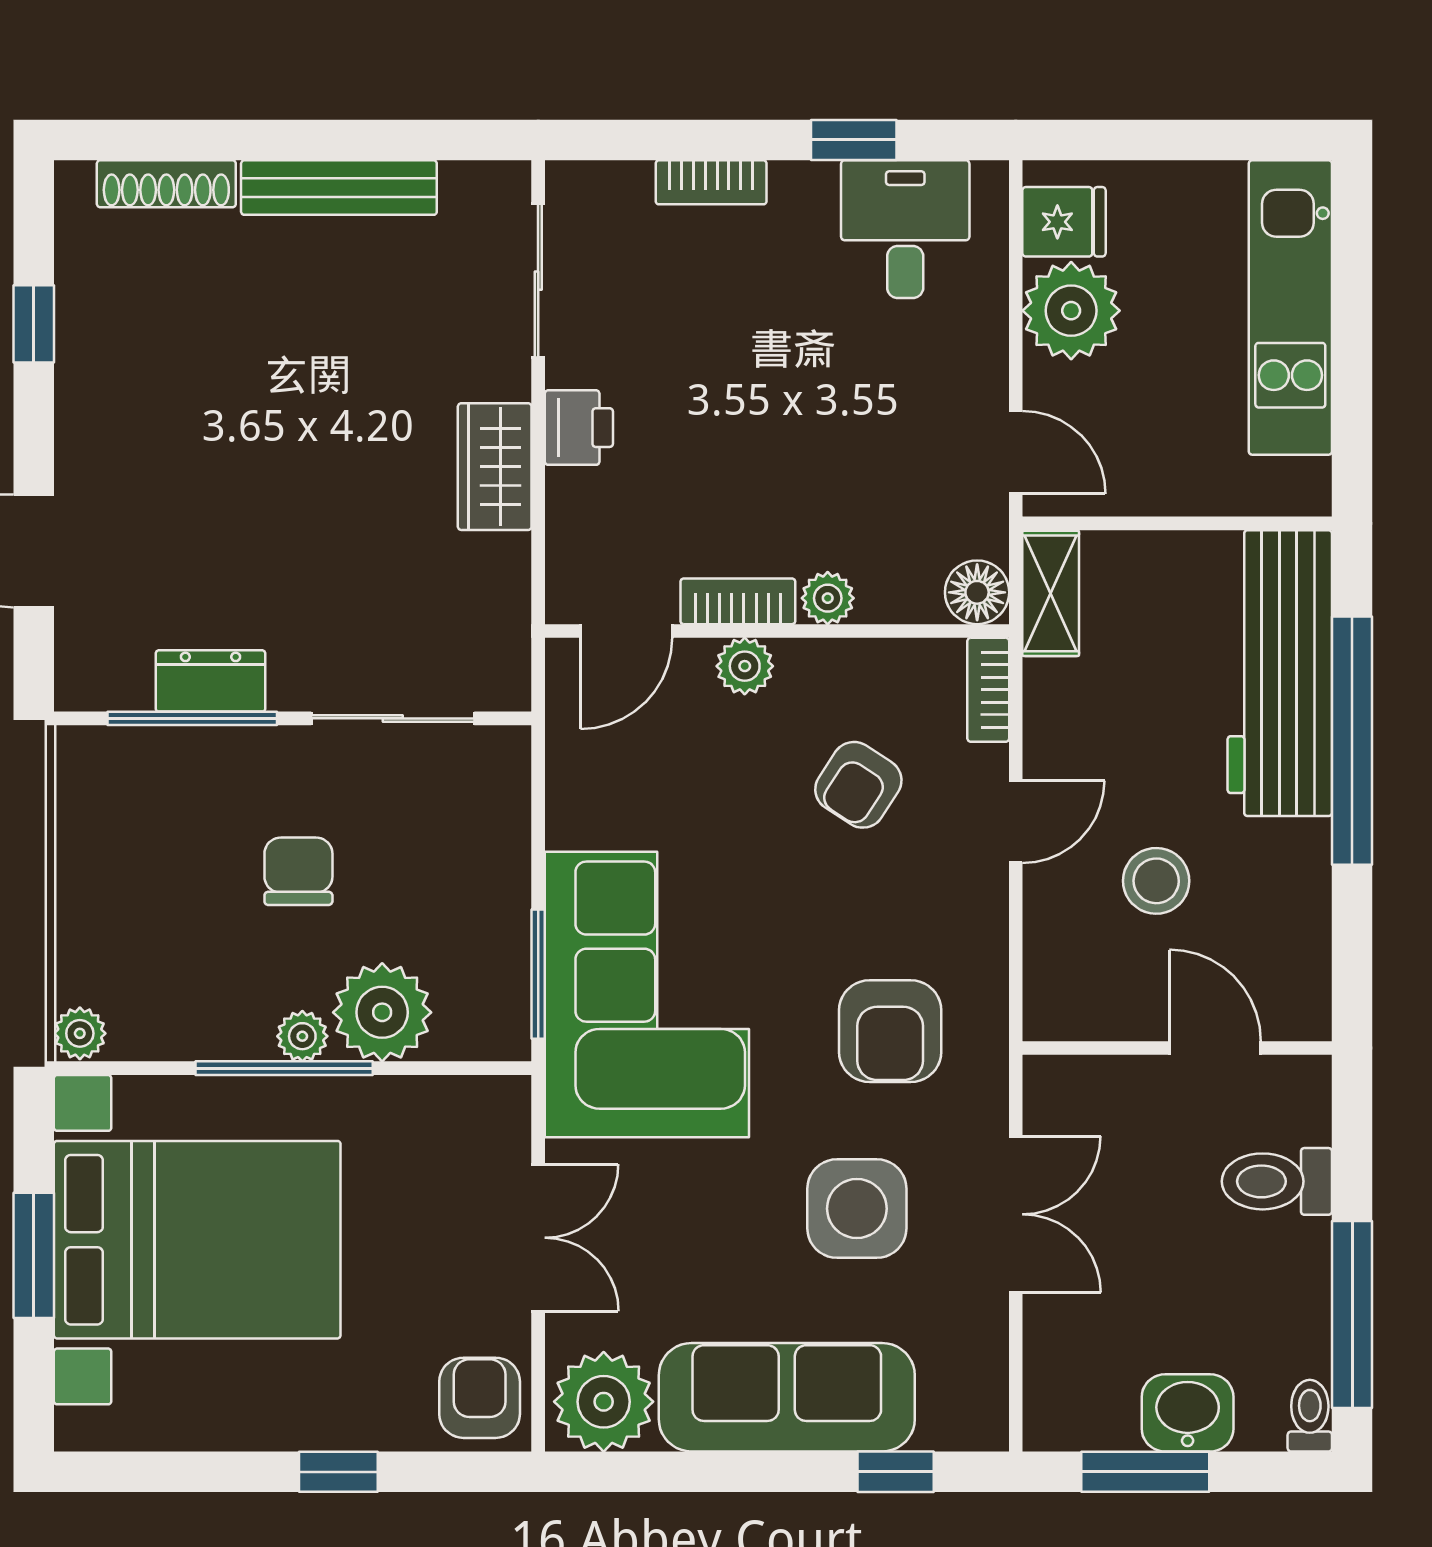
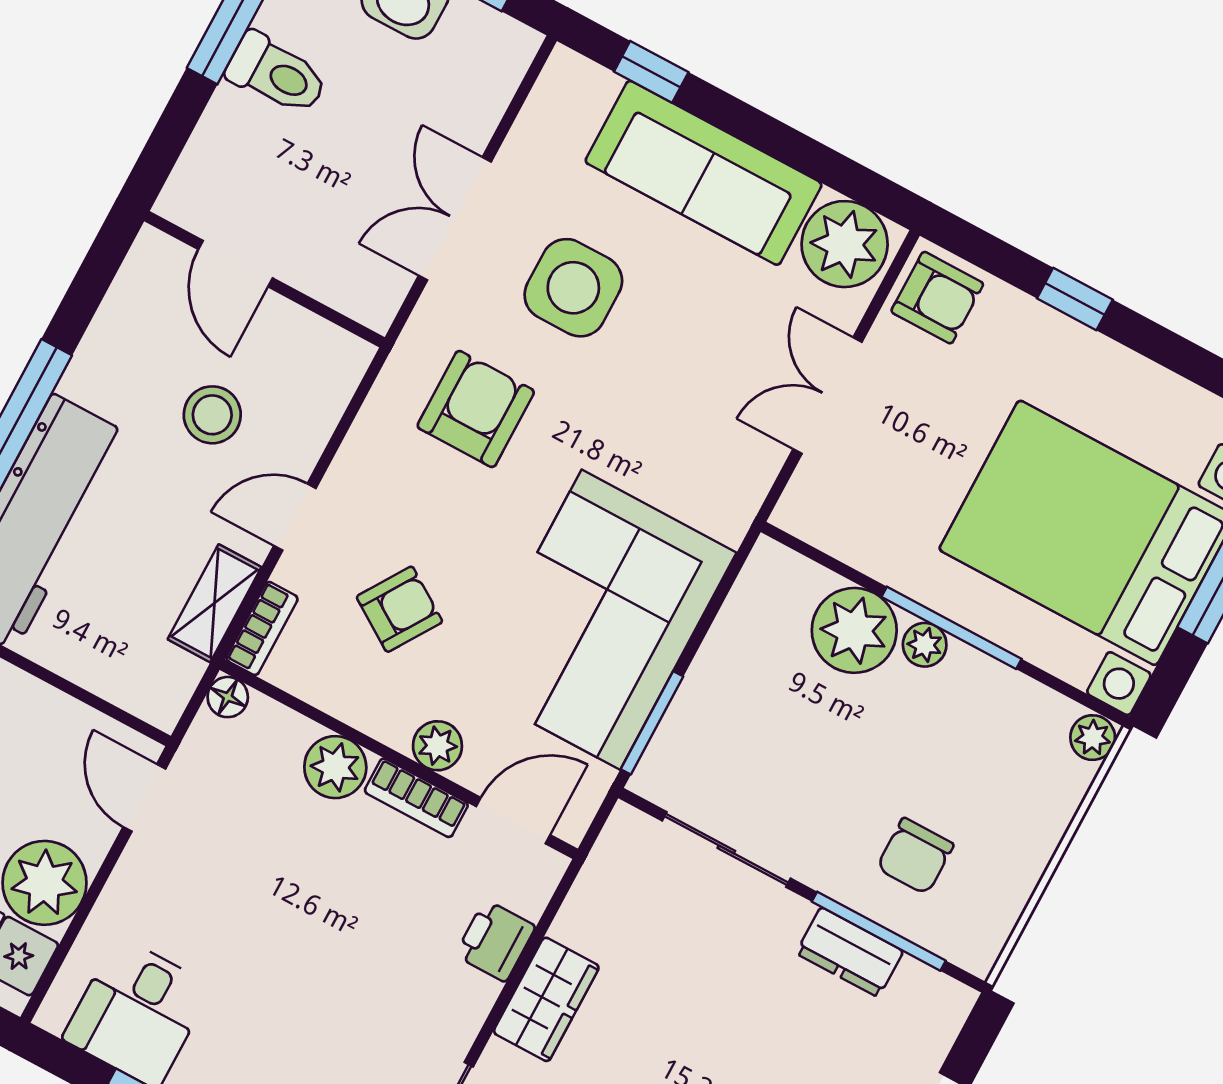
printer: (579, 428) -> (495, 941), moved
floor lamp: (977, 592) -> (228, 697), width x0.73, depth x0.73
shelving: (1051, 593) -> (214, 603), moved
plant: (828, 598) -> (335, 767), width x1.38, depth x1.38
chair: (298, 871) -> (915, 856), moved
window: (538, 974) -> (652, 723), moved
corner sofa: (647, 995) -> (601, 620), moved
toilet: (1277, 1181) -> (277, 74), moved
armchair: (480, 1398) -> (937, 298), turned -90

